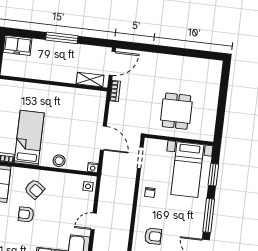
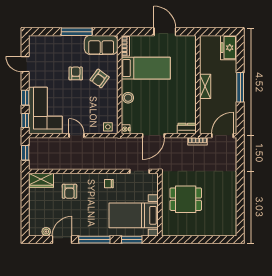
door: (112, 63) -> (222, 136), swing flipped
shelving: (90, 80) -> (205, 86), moved
dresser: (100, 101) -> (187, 129), added

